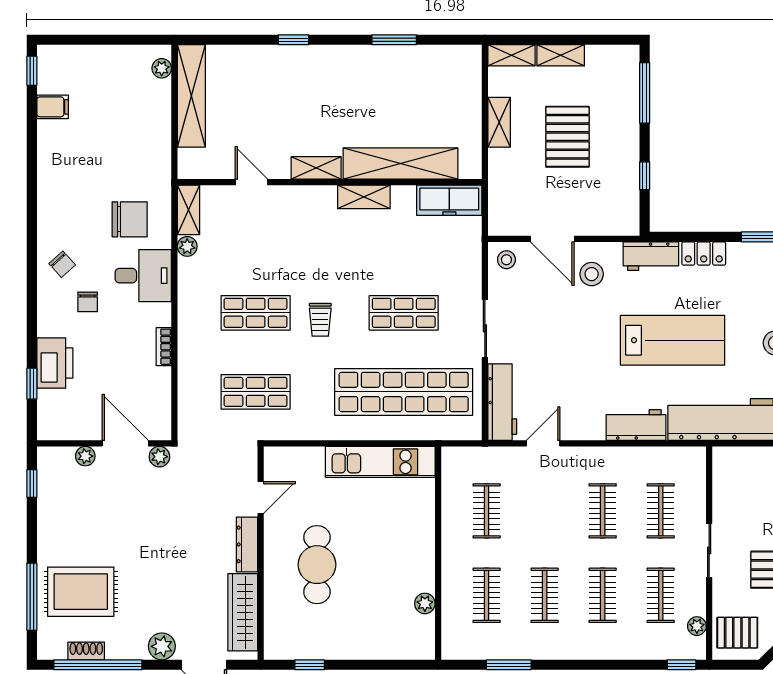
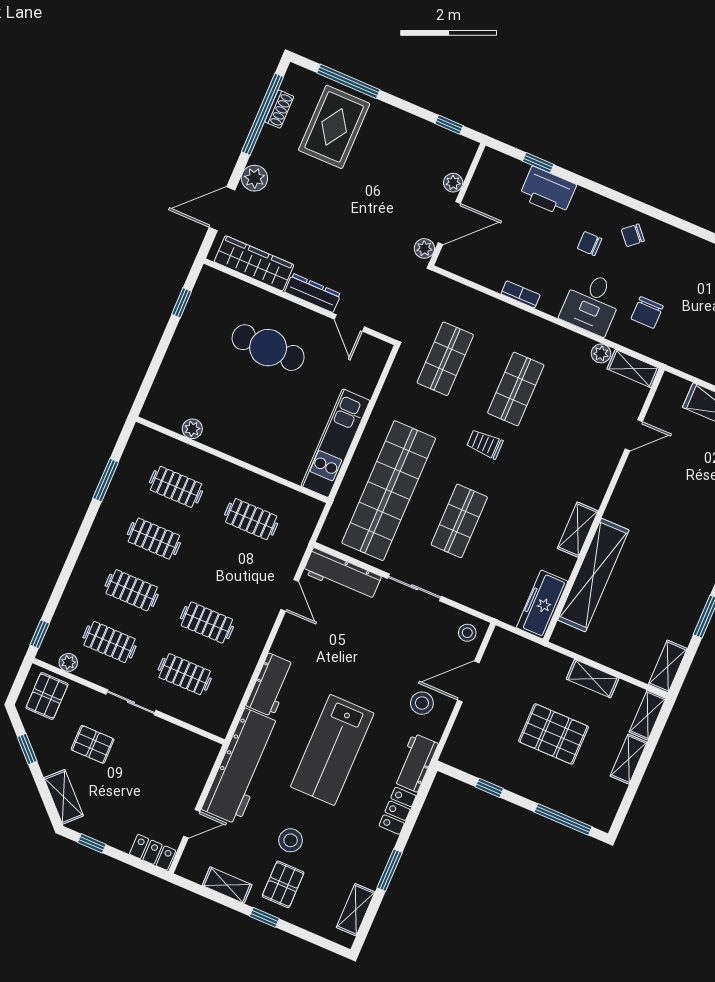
shelving: (316, 168) -> (668, 666), moved
chair: (130, 219) -> (647, 312), width x0.73, depth x0.73

